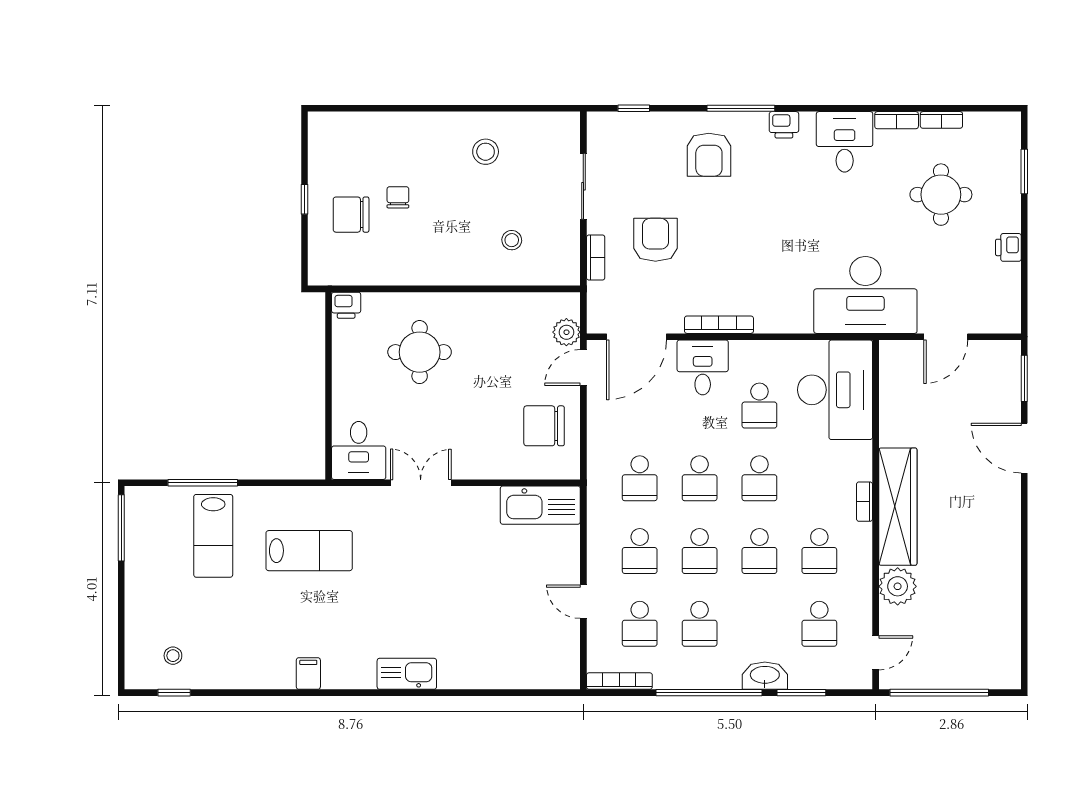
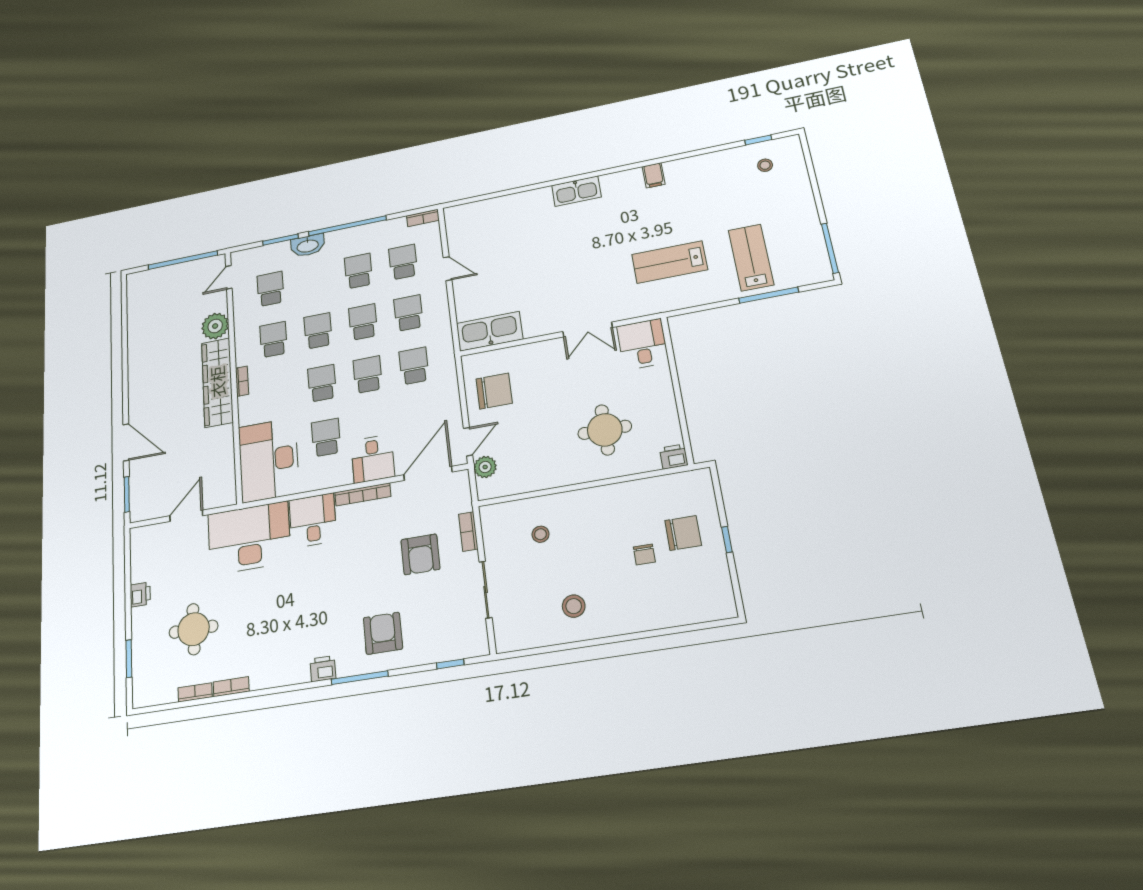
desk: (845, 142) -> (313, 520), moved, turned 180
bookcase: (619, 681) -> (423, 218), width x0.64

